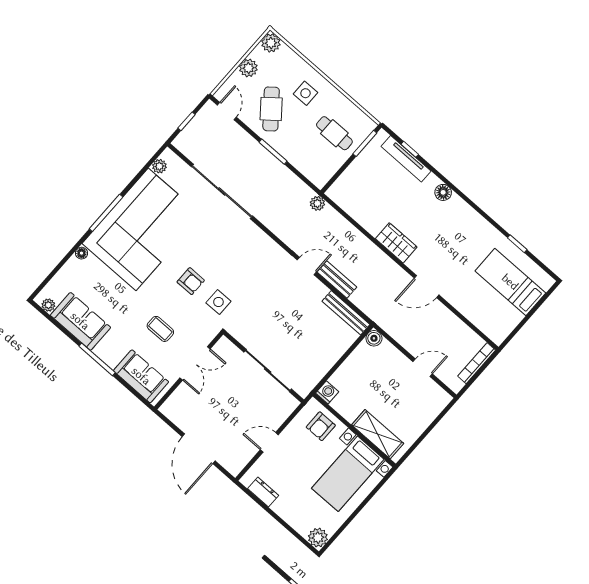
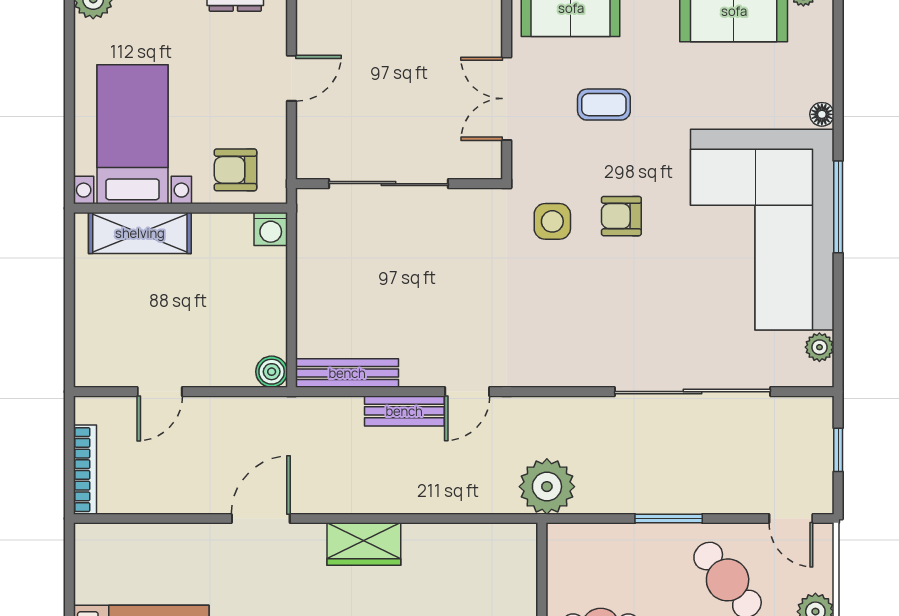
plant: (317, 203) -> (547, 487), width x1.87, depth x1.87
armchair: (321, 426) -> (235, 170), turned -90

